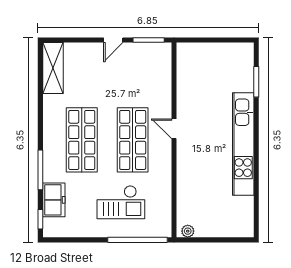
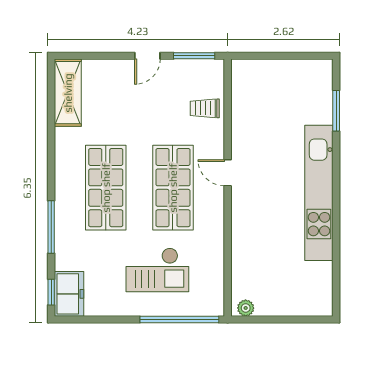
trolley: (157, 80) -> (205, 108), added
freezer: (54, 200) -> (69, 294), moved

